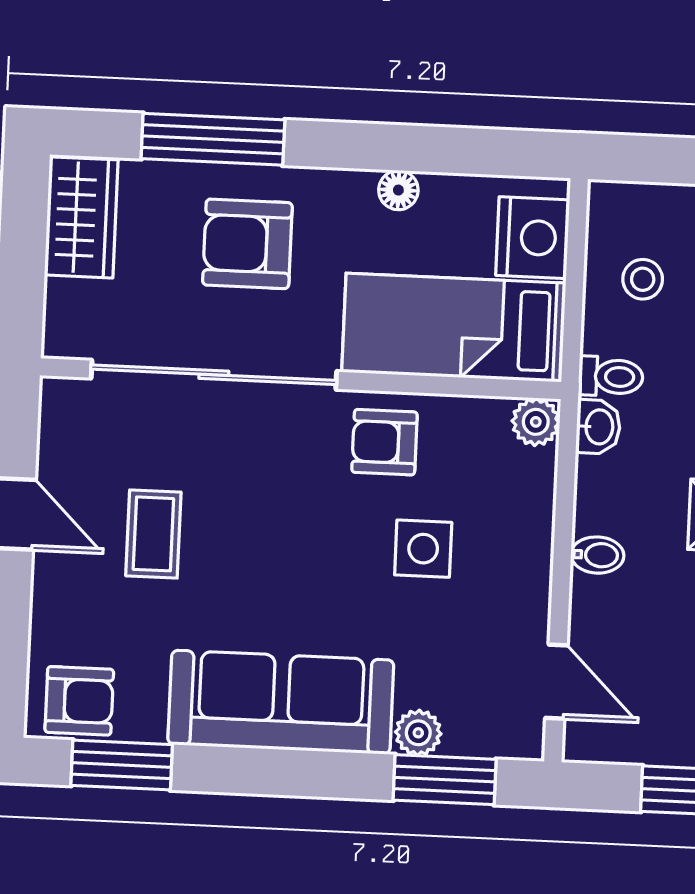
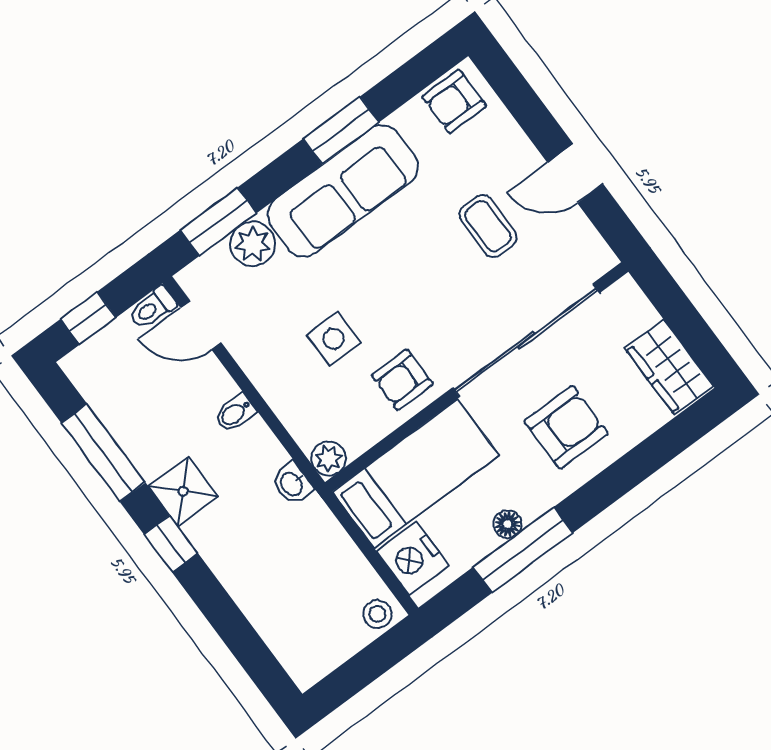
window: (213, 139) -> (523, 550), moved
stool: (643, 279) -> (377, 614), moved
toilet: (611, 377) -> (152, 308), moved
armchair: (385, 442) -> (402, 380), turned 180
plant: (418, 733) -> (253, 244), width x1.38, depth x1.38
window: (122, 765) -> (341, 131), moved

